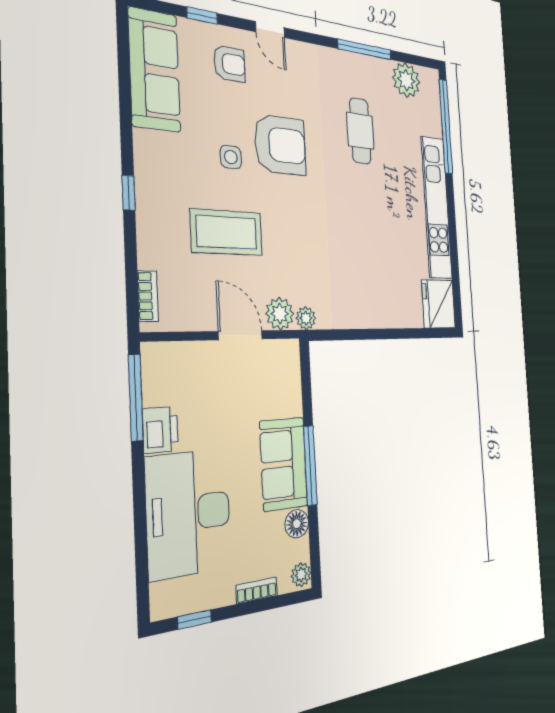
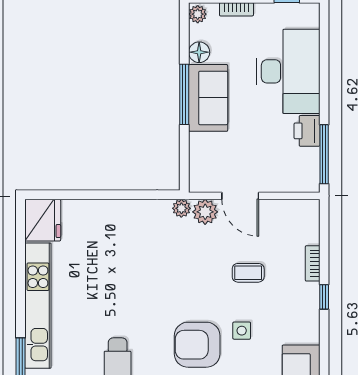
coffee table: (227, 232) -> (248, 273), width x0.54, depth x0.58
bookcase: (148, 296) -> (313, 263), moved

